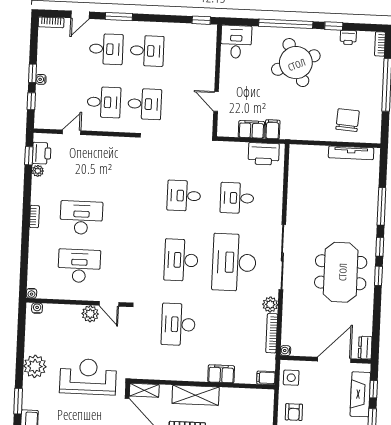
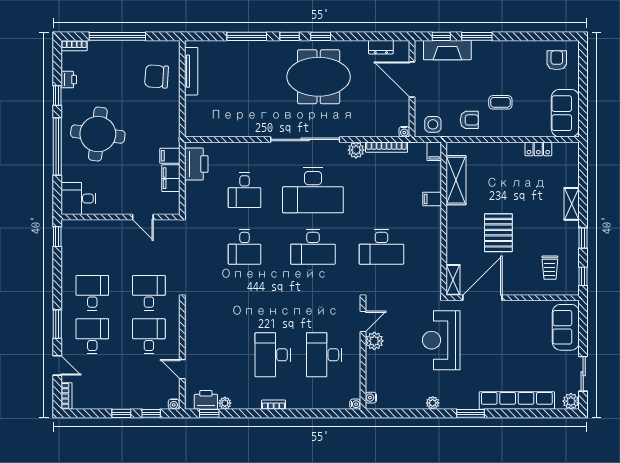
round table: (296, 63) -> (98, 134), turned 30
water cooler: (41, 79) -> (174, 404), moved
door: (216, 101) -> (143, 217), hinge flipped
dresser: (365, 348) -> (381, 47), moved
plant: (35, 366) -> (433, 403), width x0.53, depth x0.53
filing cabinet: (221, 374) -> (432, 199), width x0.50
shelving: (196, 395) -> (456, 180), moved

